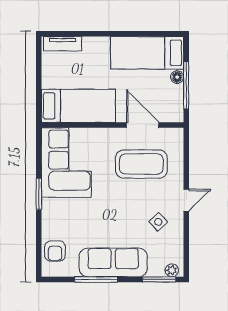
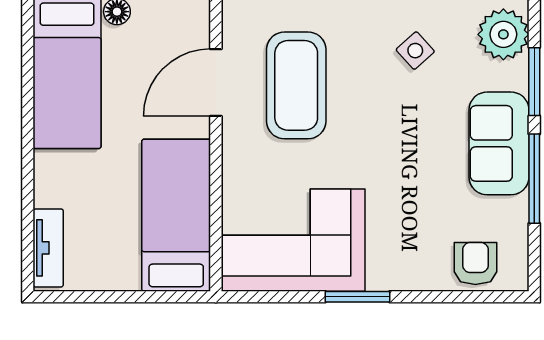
armchair: (55, 251) -> (475, 263), turned -90
sofa: (113, 262) -> (499, 143), width x0.73
plant: (172, 270) -> (503, 34), width x1.88, depth x1.88
window: (159, 280) -> (534, 82), moved

